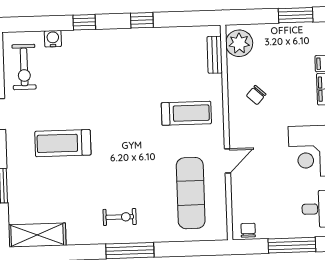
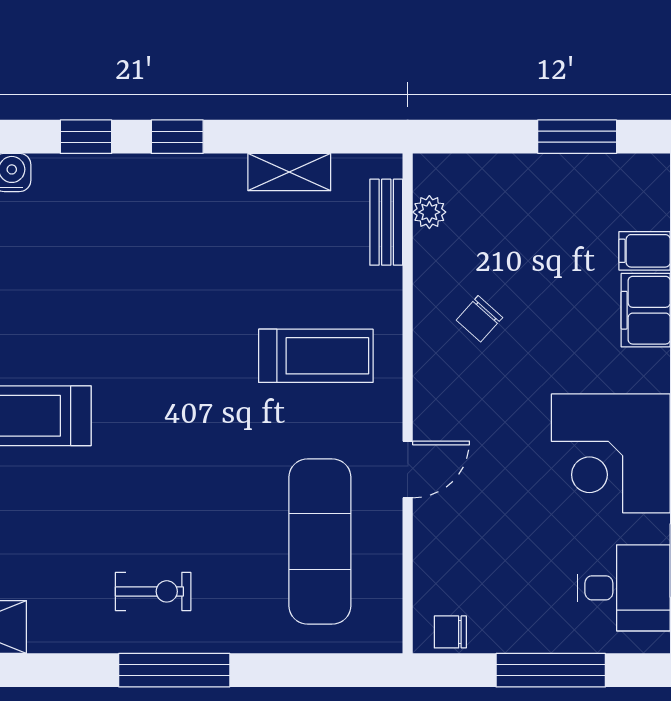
window: (142, 20) -> (177, 137), moved
shelving: (172, 35) -> (289, 172), added
plant: (239, 43) -> (429, 212), width x0.53, depth x0.53
chair: (248, 230) -> (450, 632), turned -90

